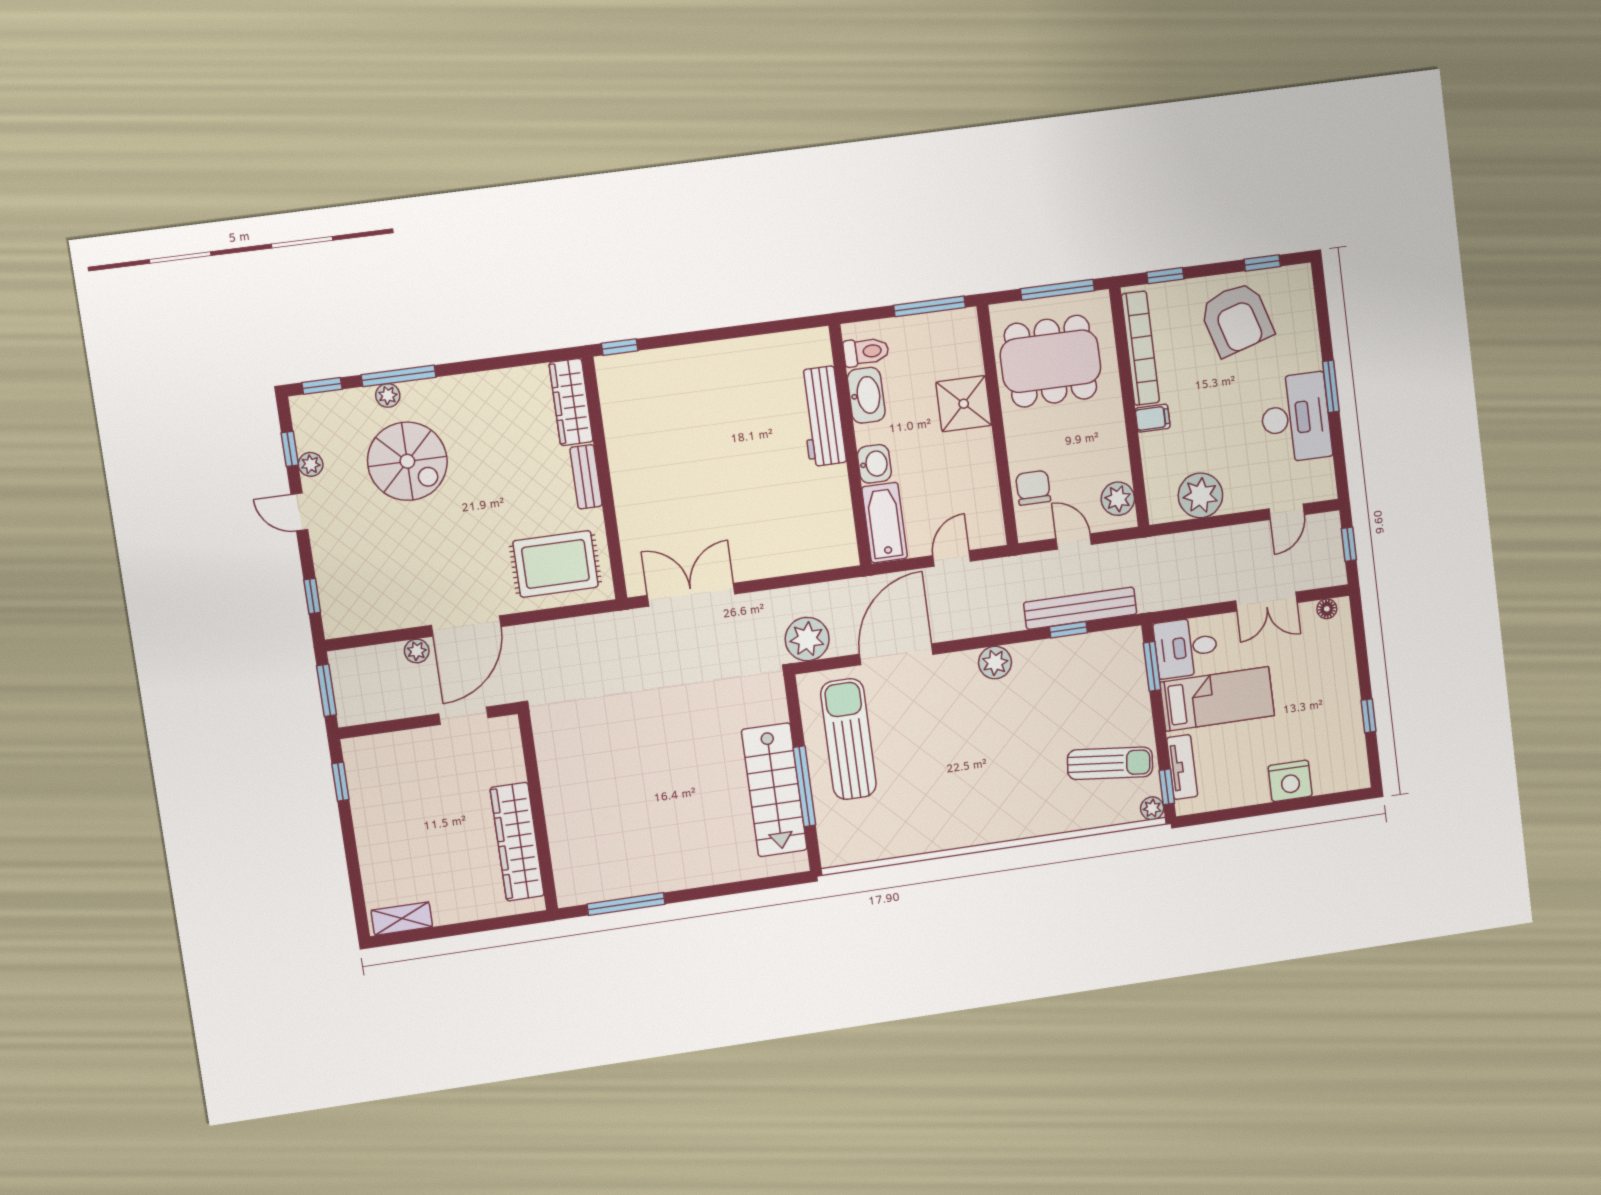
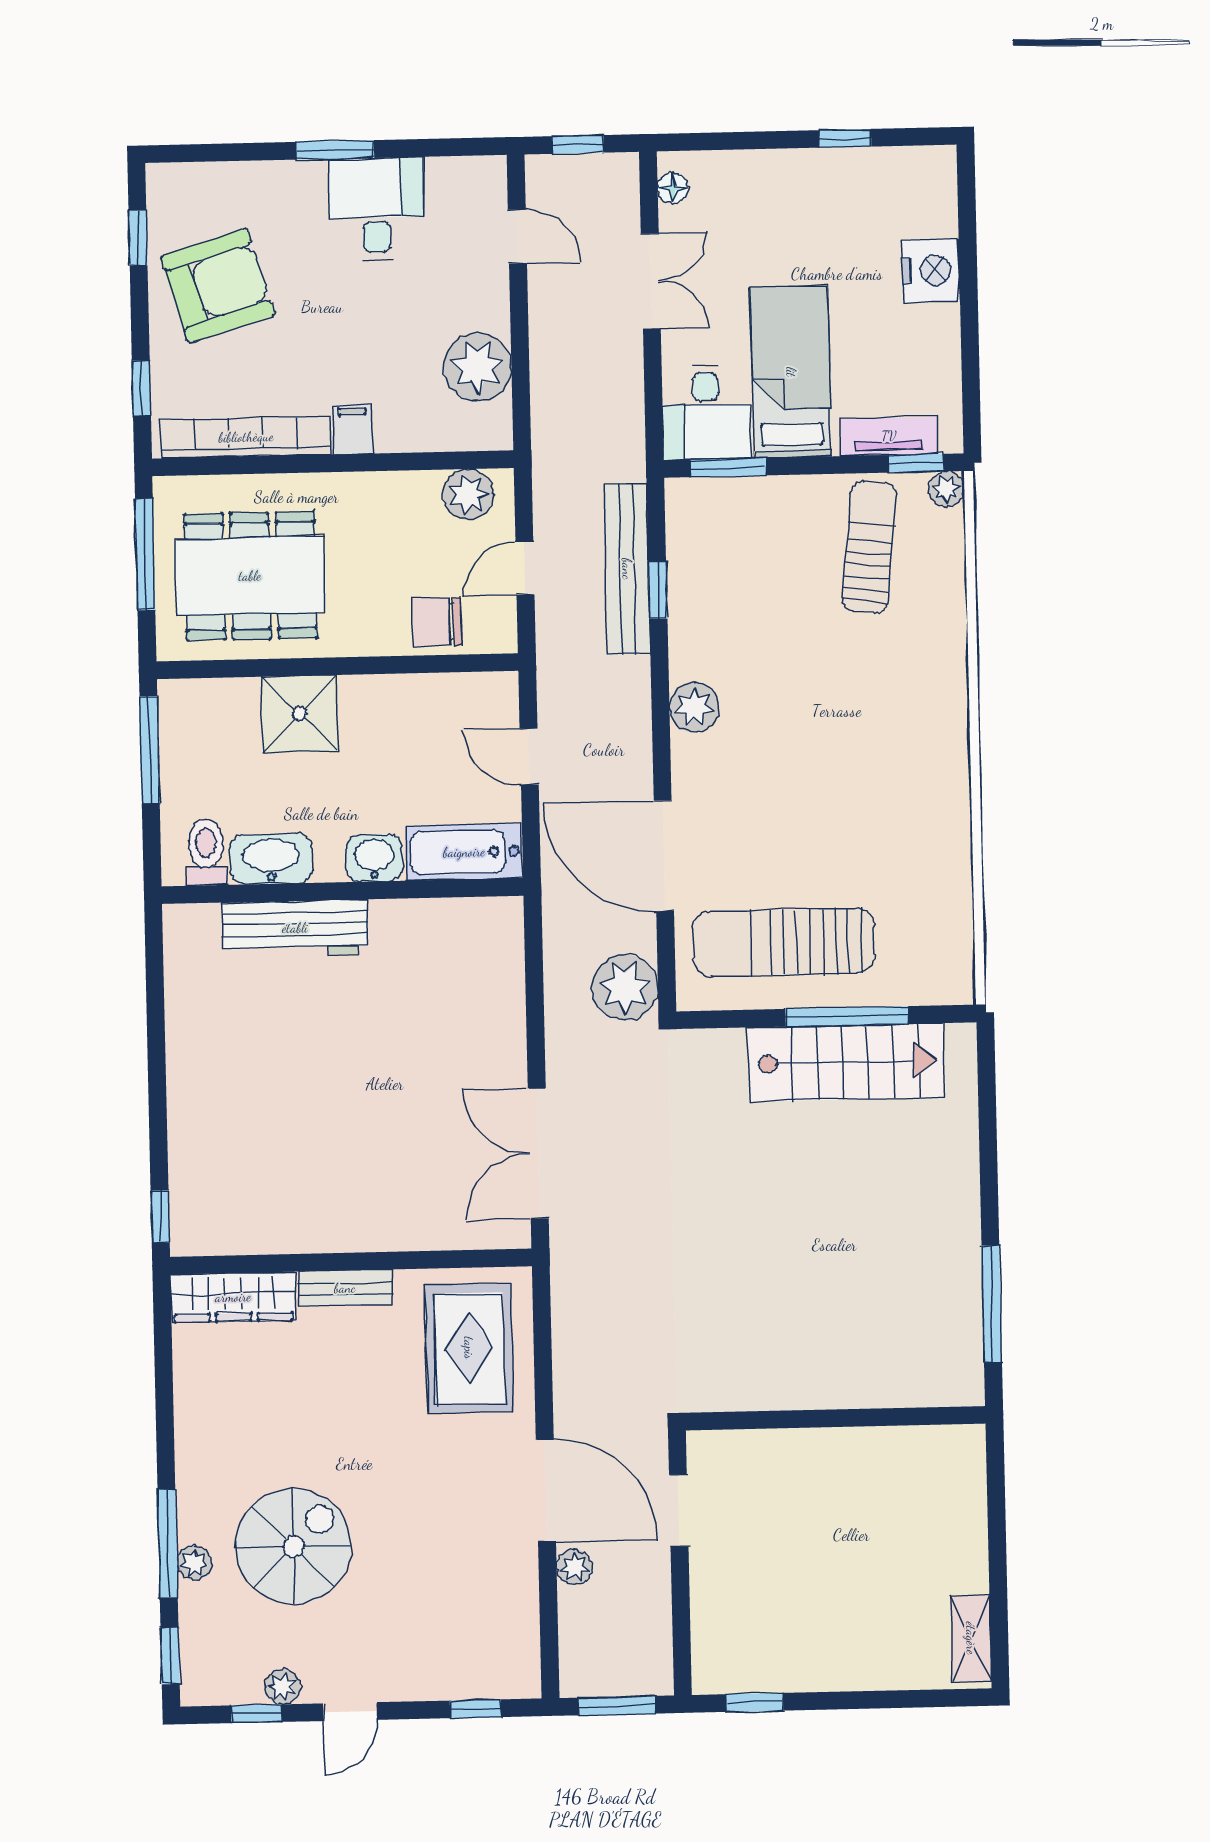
dining table: (1050, 361) -> (250, 576), turned 90
desk: (1295, 418) -> (376, 209), width x0.73
wardrobe: (517, 842) -> (877, 1454), removed

